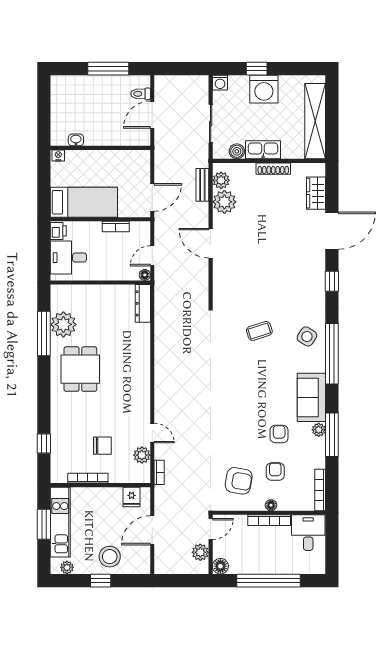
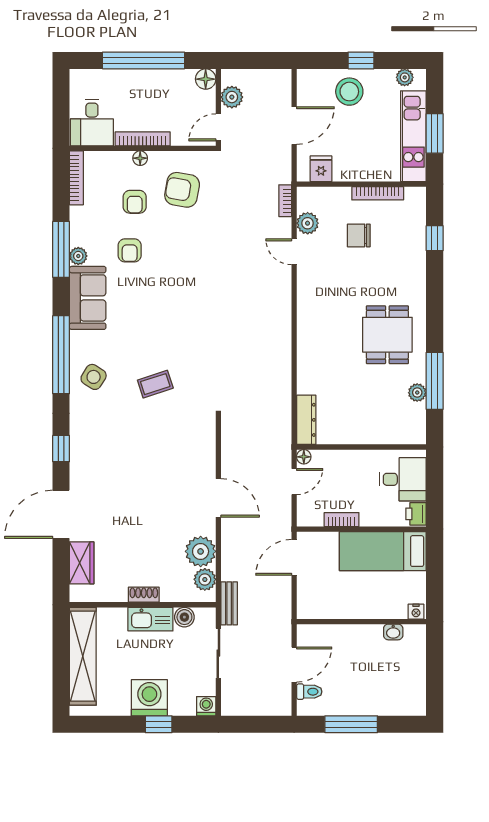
shoe rack: (273, 169) -> (144, 595), width x0.70
bench: (202, 185) -> (229, 603), moved
plant: (63, 324) -> (417, 393), width x0.53, depth x0.53

